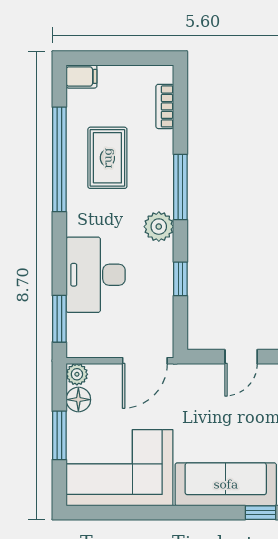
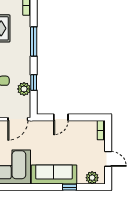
plant: (159, 227) -> (24, 89), moved

